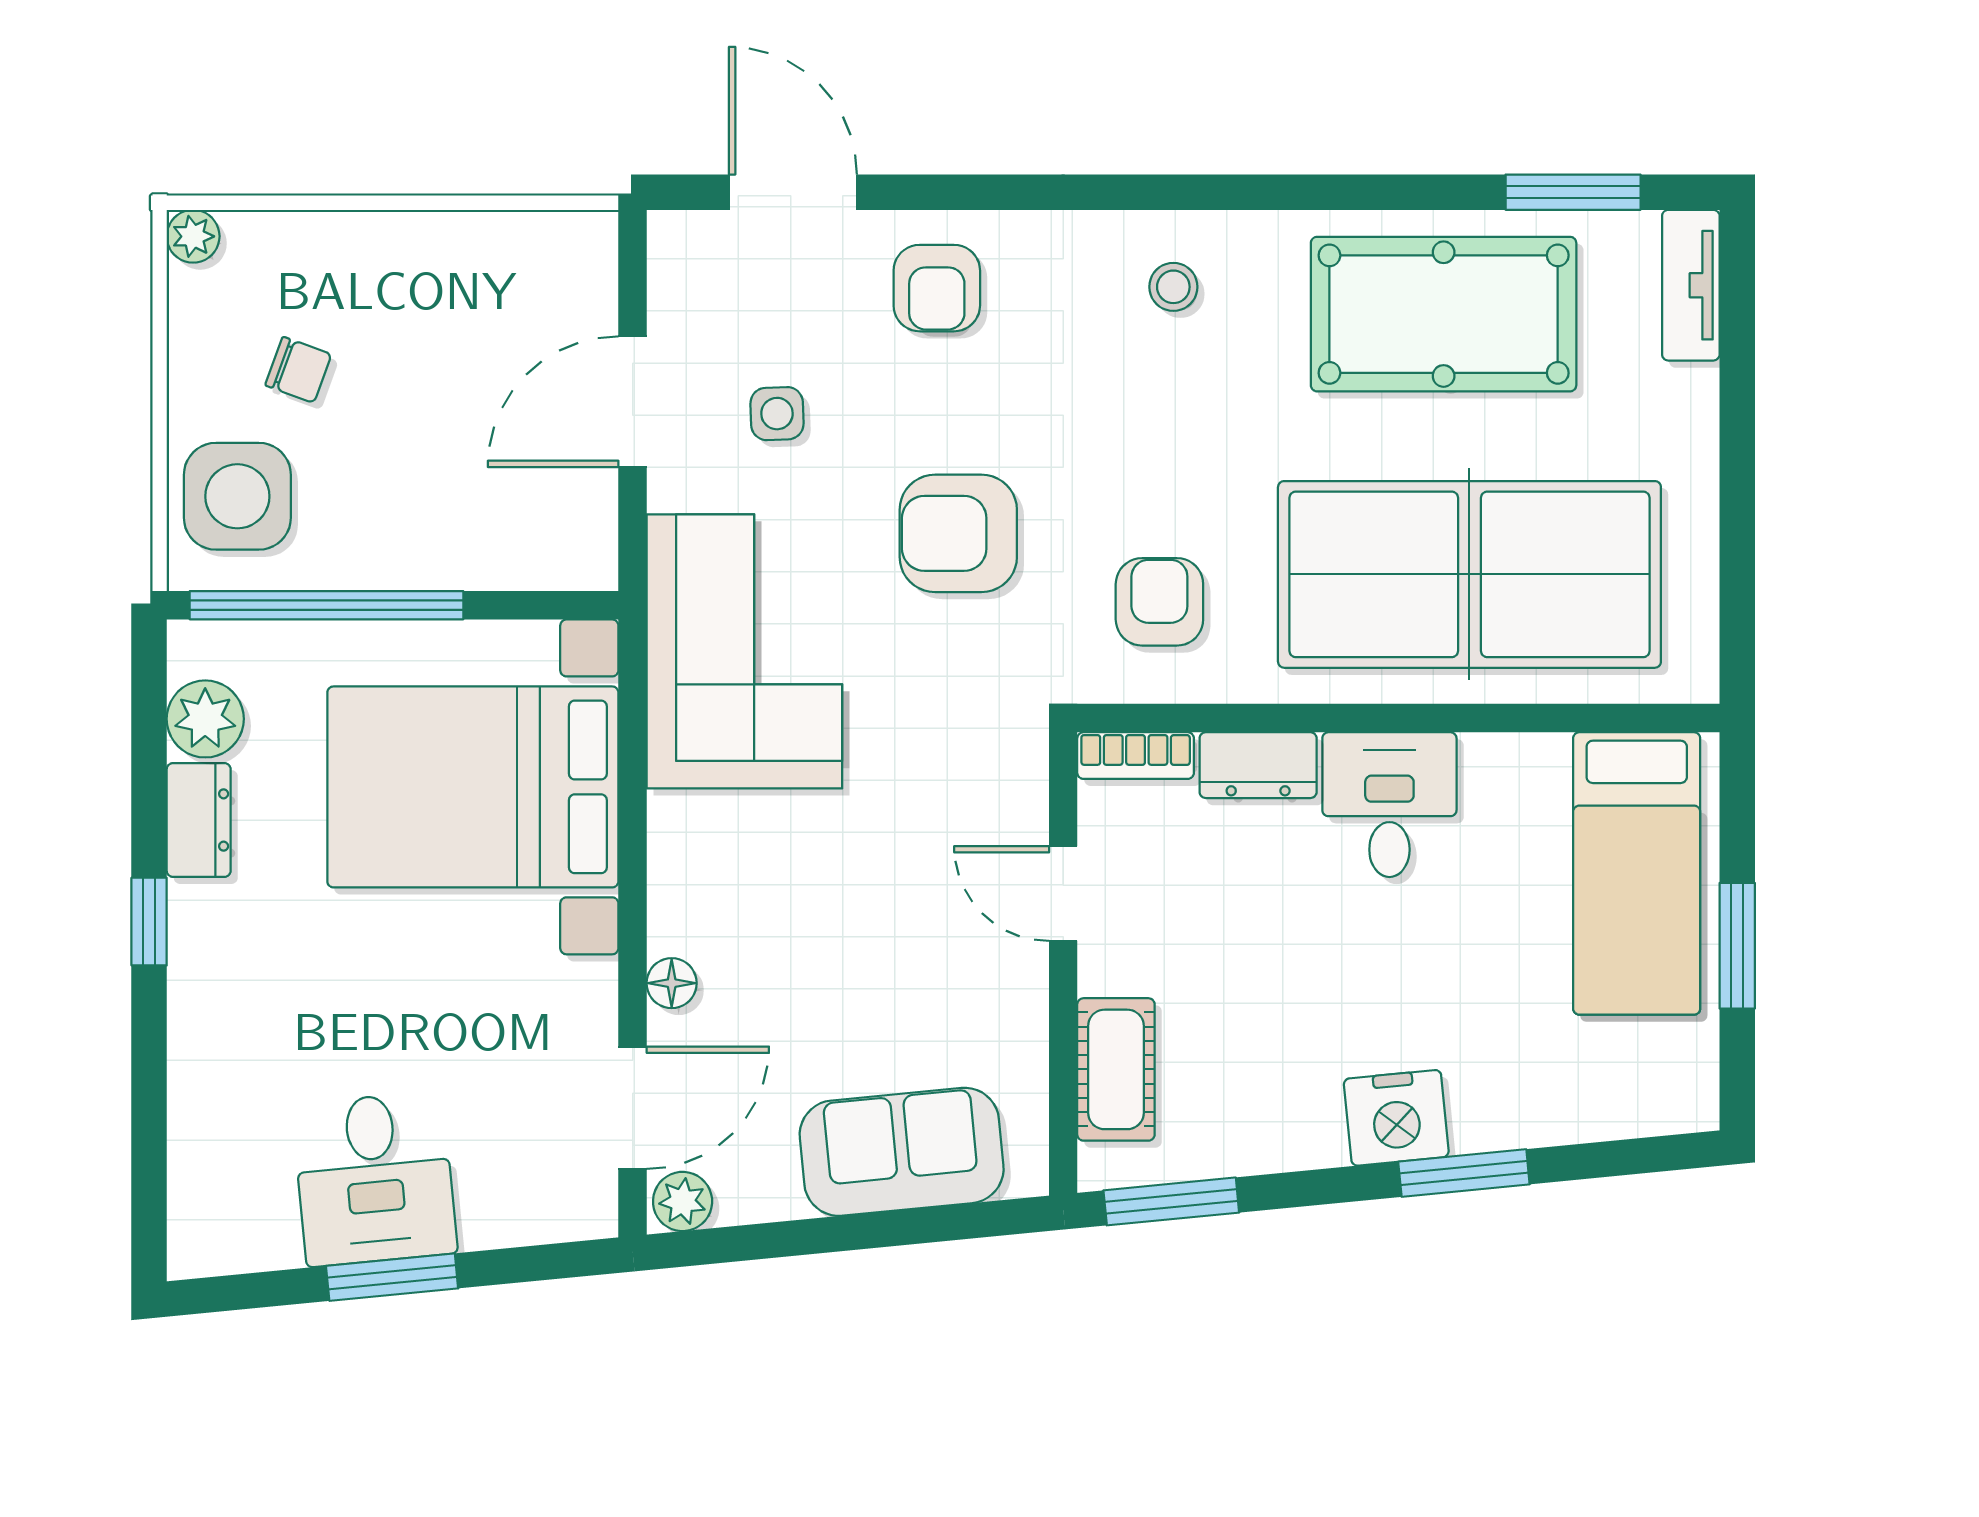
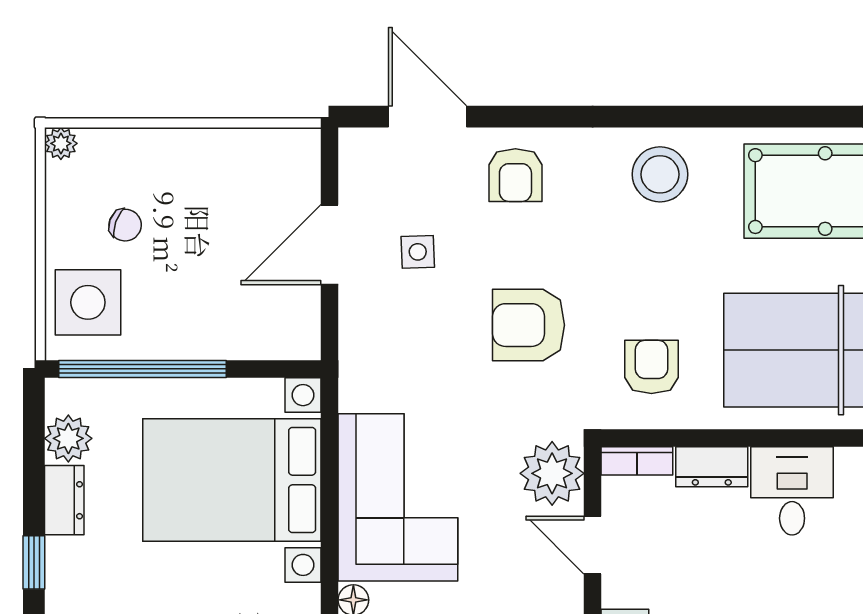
stool: (1173, 287) -> (660, 174), width x1.89, depth x1.89
corner sofa: (744, 651) -> (398, 497), moved
plant: (997, 776) -> (552, 473), added

